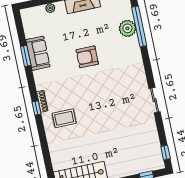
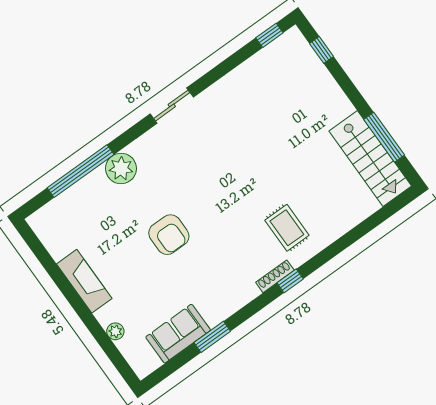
plant: (127, 28) -> (121, 168), moved
sofa: (38, 53) -> (178, 334), moved
sliding door: (155, 100) -> (172, 106), moved

